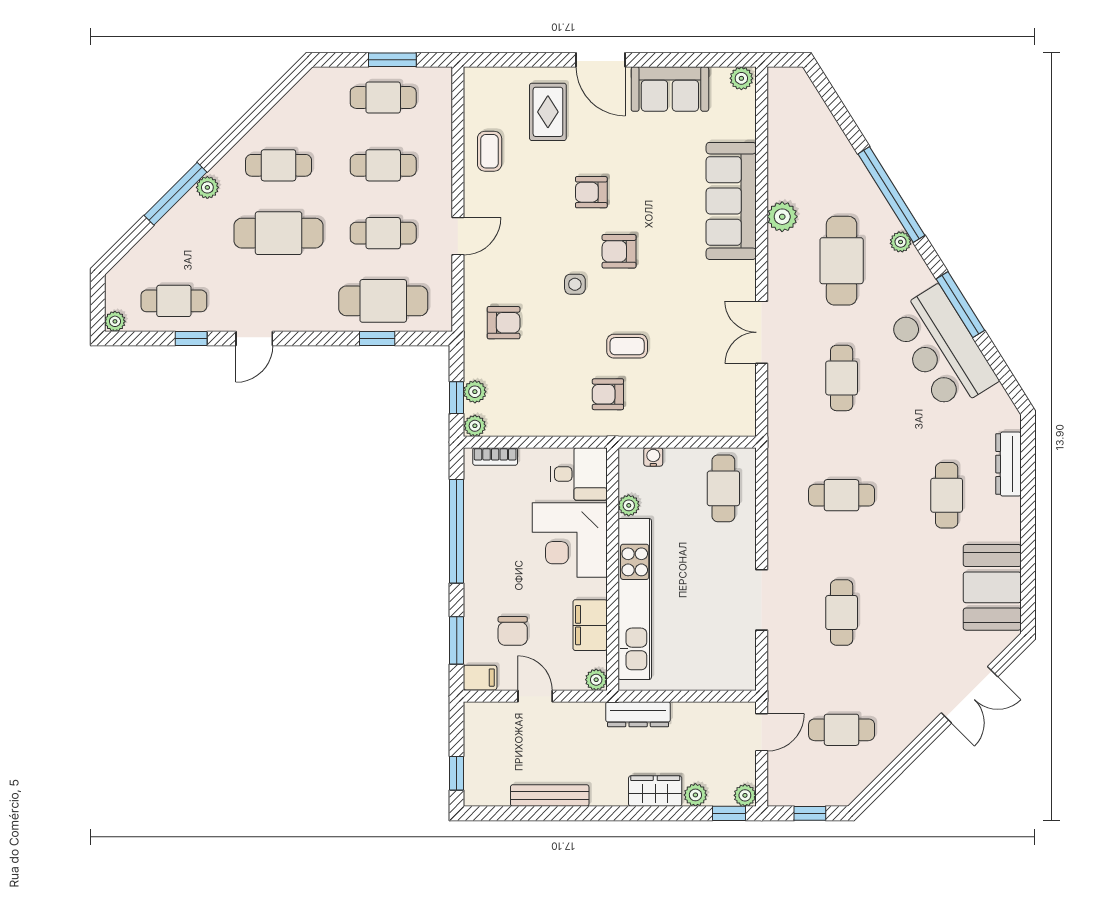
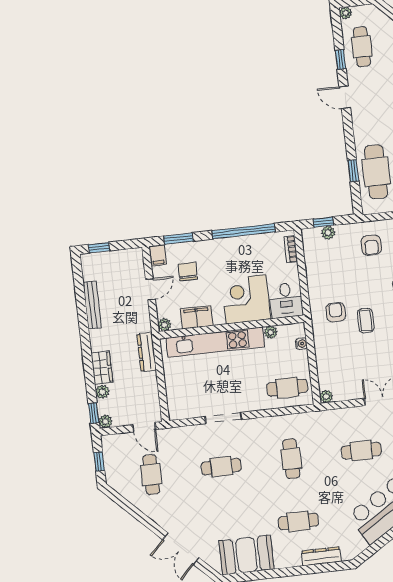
plant: (475, 426) -> (326, 396), moved
chair: (513, 631) -> (188, 272), turned 90

